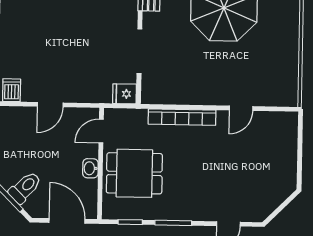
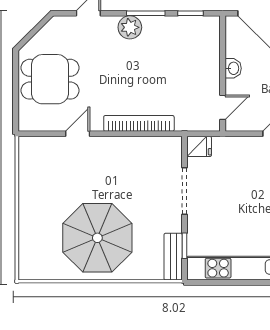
dining table: (134, 173) -> (50, 79), moved
plant: (189, 210) -> (130, 27), added

